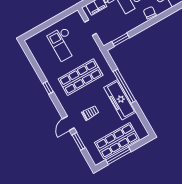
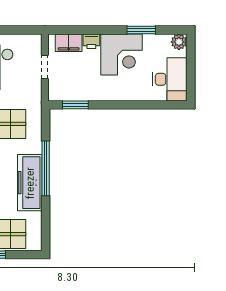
chair: (150, 13) -> (133, 91), removed

